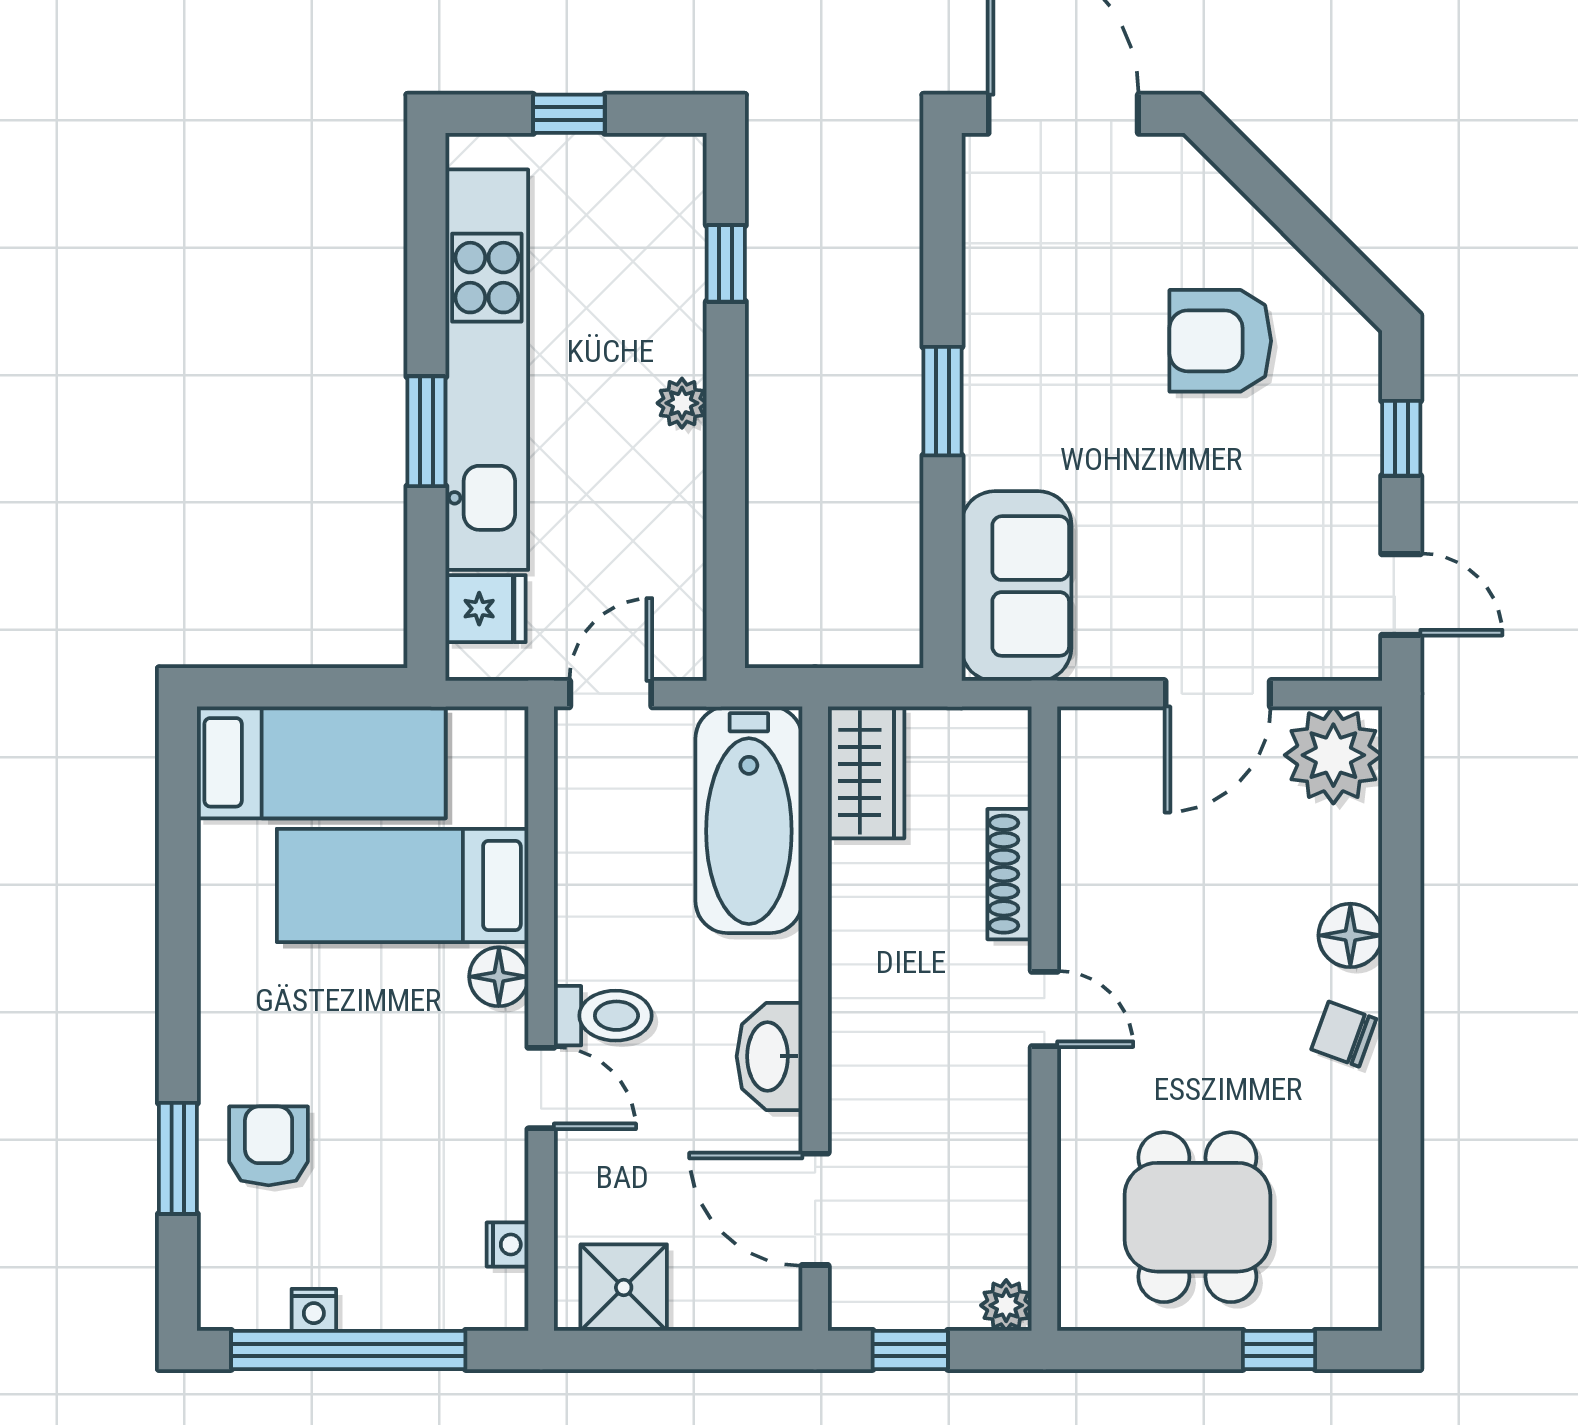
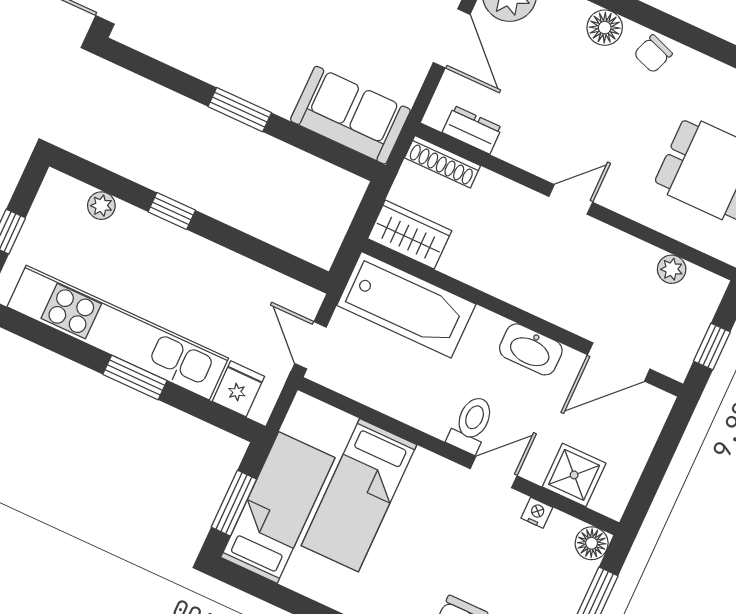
window: (726, 263) -> (172, 211), moved
plant: (682, 403) -> (101, 206), moved
window: (296, 687) -> (234, 503), added
dresser: (1084, 796) -> (472, 130), added
shoe rack: (1010, 874) -> (443, 162), moved
floor lamp: (499, 977) -> (592, 543), moved
nightstand: (507, 1245) -> (537, 513), moved
shower: (624, 1288) -> (574, 475), moved
plant: (1006, 1305) -> (672, 269), moved

